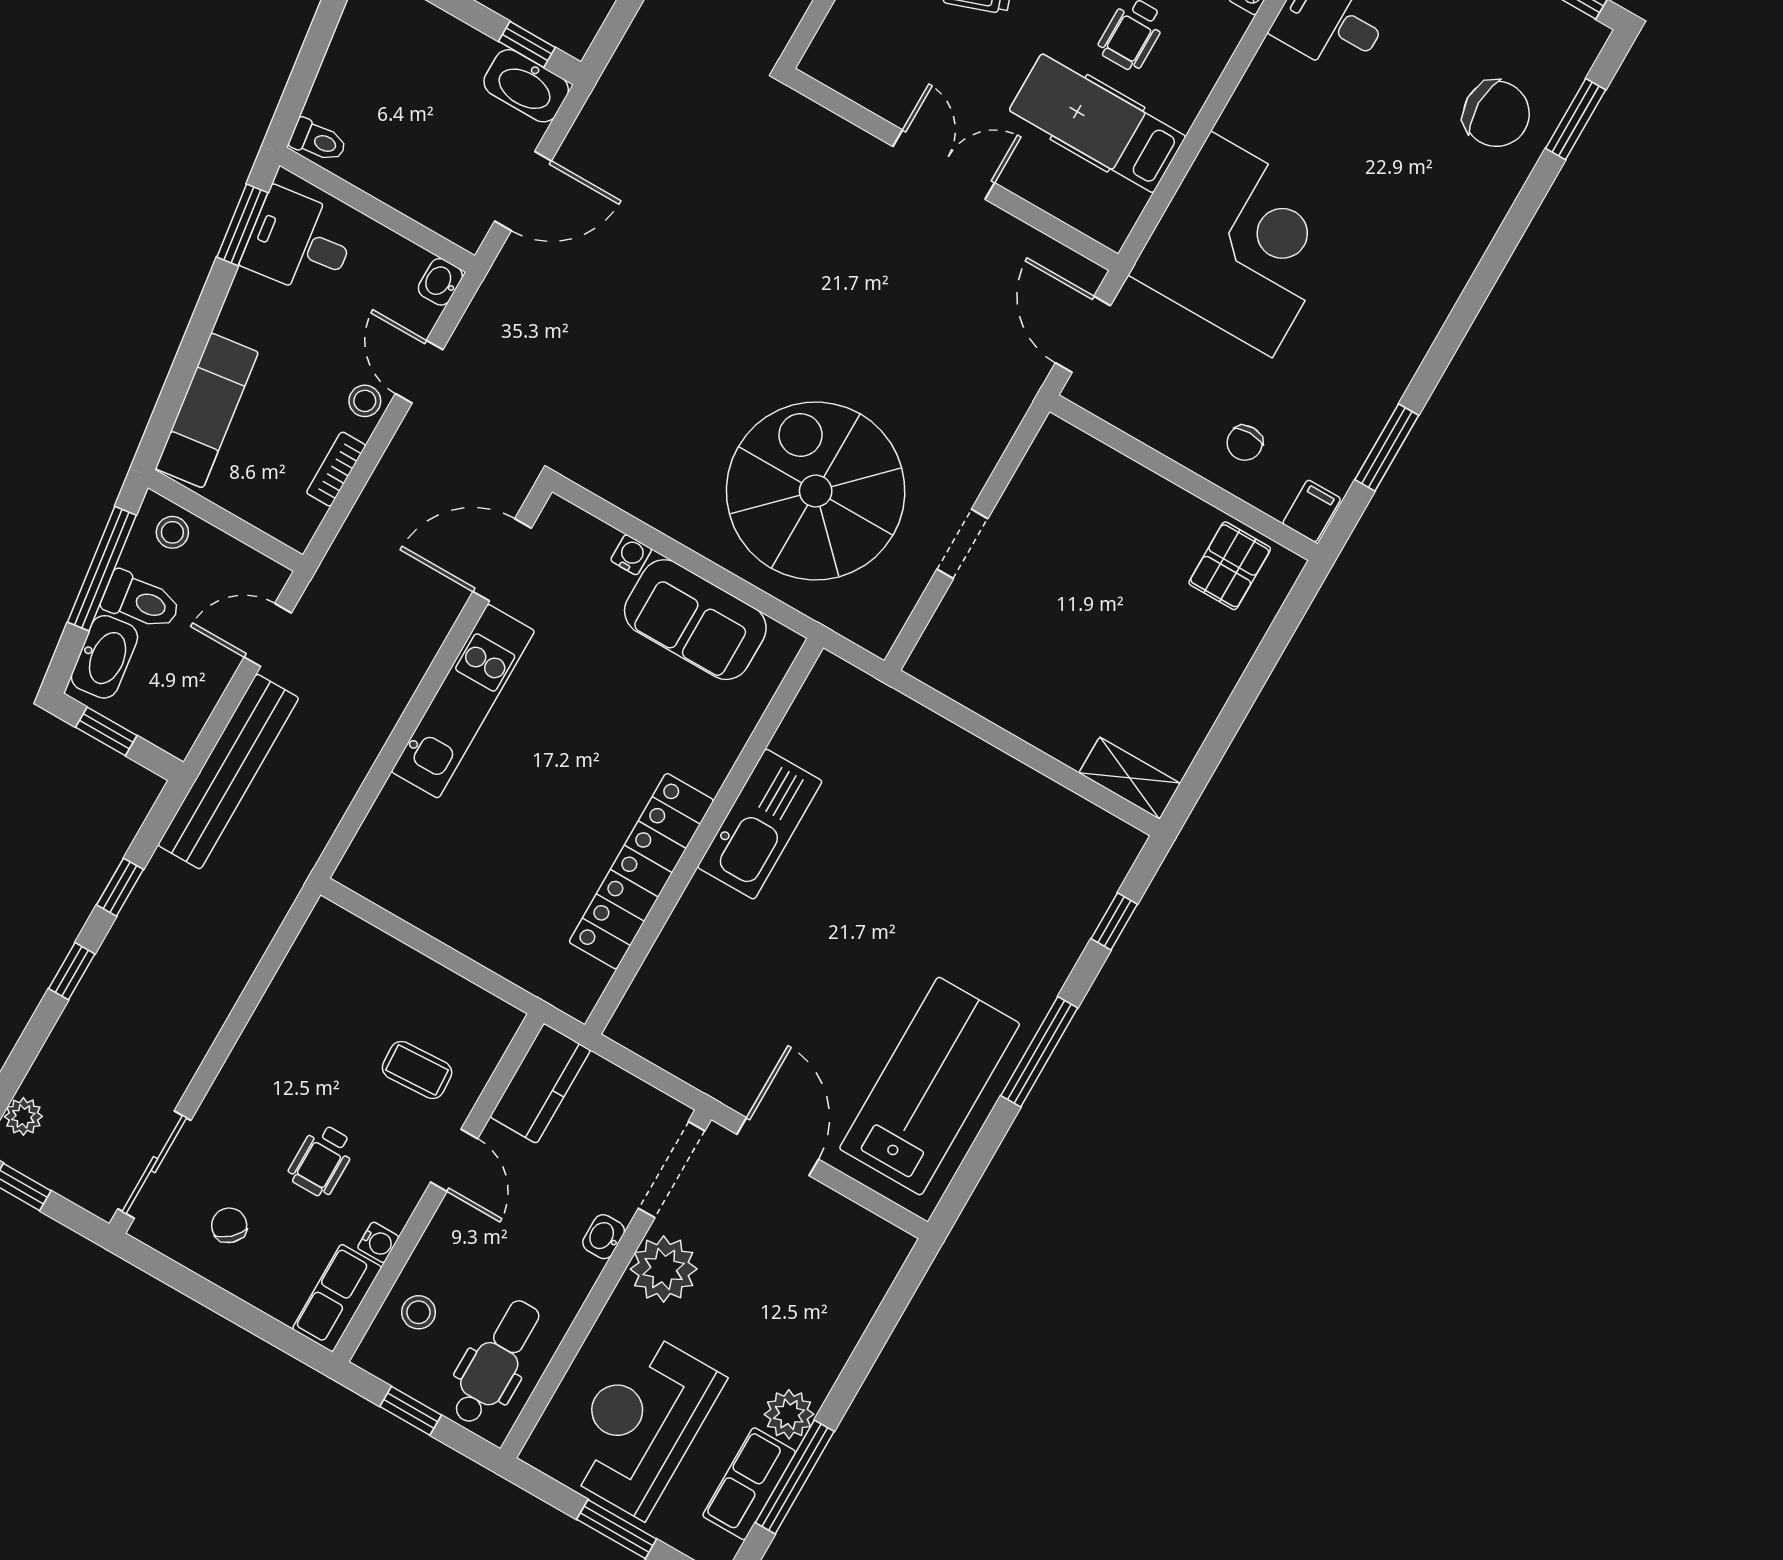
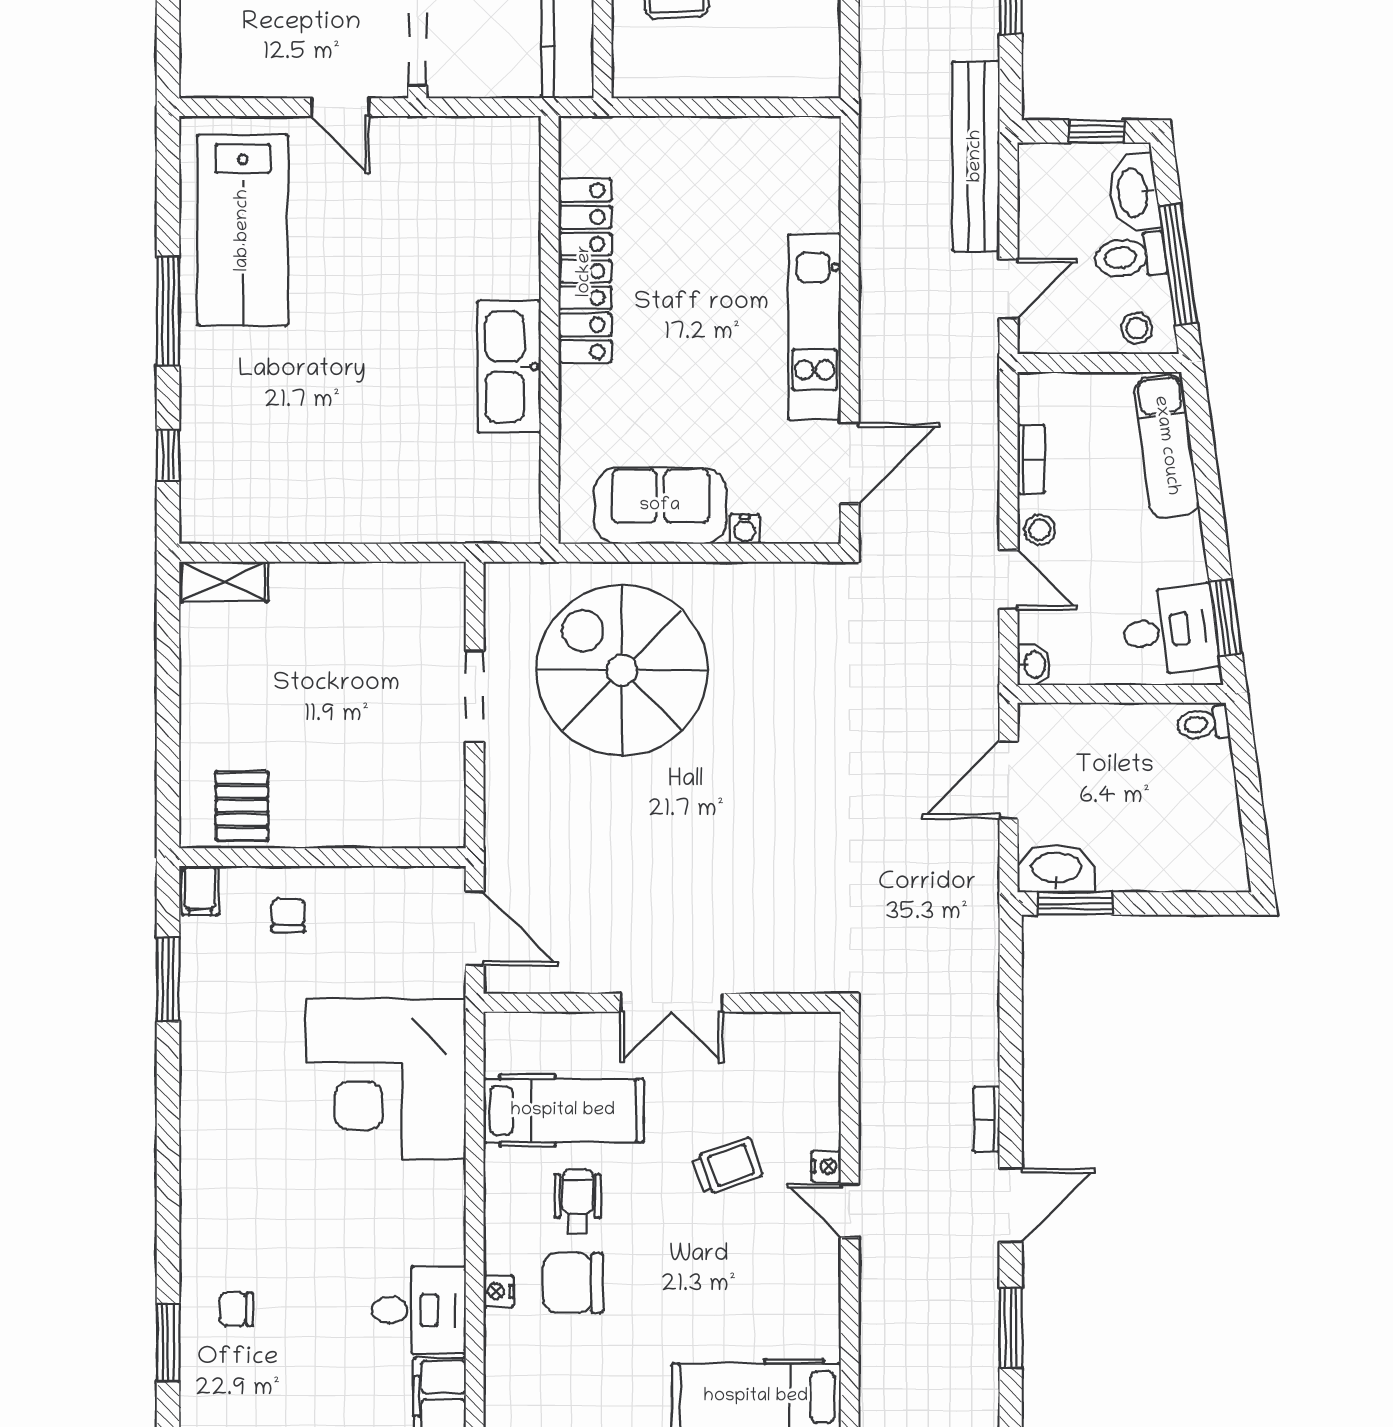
window: (527, 44) -> (1075, 903), width x1.50
chair: (1496, 114) -> (236, 1309), width x0.54, depth x0.54
spiral stairs: (816, 491) -> (622, 670), turned 180
doorway: (962, 544) -> (475, 696), width x1.38
door: (778, 1147) -> (340, 107), width x0.73

